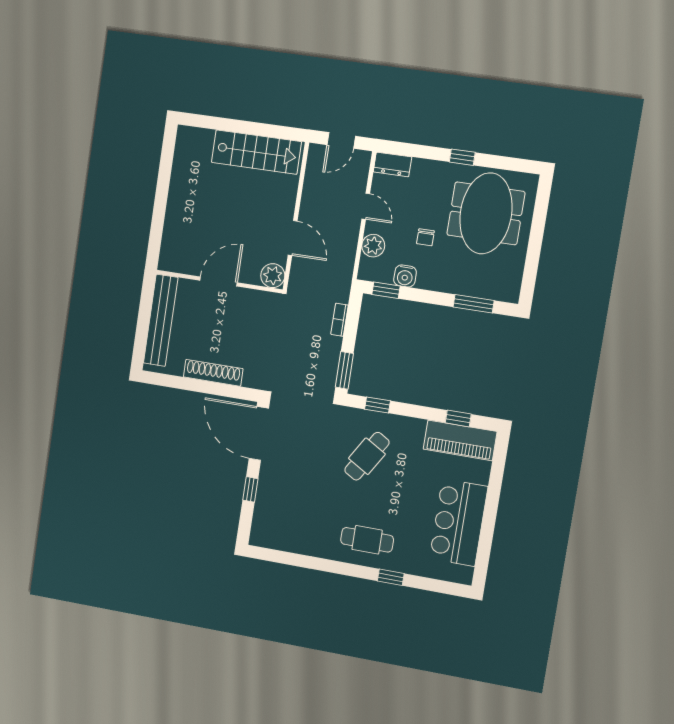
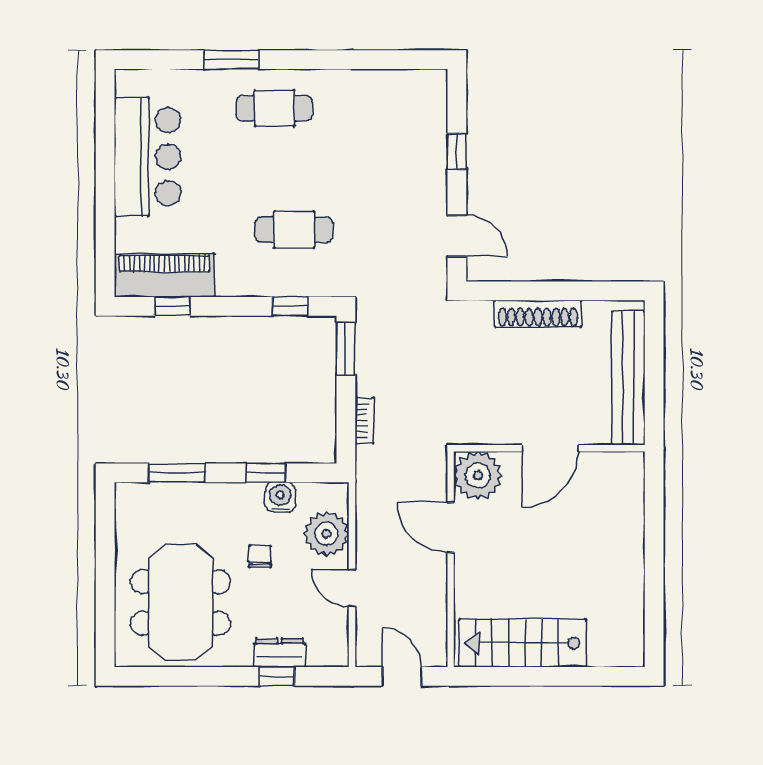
door: (341, 140) -> (402, 676), hinge flipped
window: (462, 157) -> (277, 676), moved
dresser: (392, 164) -> (280, 653), moved
plant: (373, 246) -> (326, 534), width x1.36, depth x1.36
plant: (273, 276) -> (478, 475), width x1.36, depth x1.36
window: (386, 290) -> (266, 473), moved
door: (259, 433) -> (457, 236), width x0.53
cafe table: (367, 456) -> (294, 230), turned 59
window: (391, 577) -> (232, 60), width x1.50

